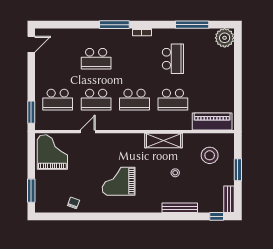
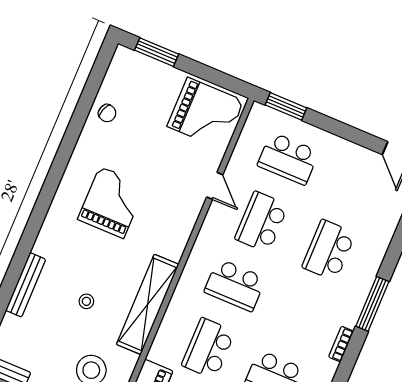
school desk: (58, 100) -> (288, 159), turned -90
school desk: (135, 100) -> (235, 285), turned -90
shelving: (163, 141) -> (148, 304), width x1.47

